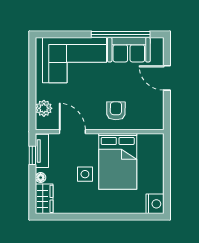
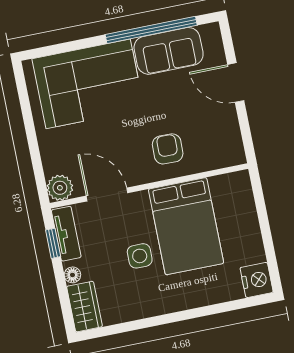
plant: (44, 108) -> (60, 188), moved

